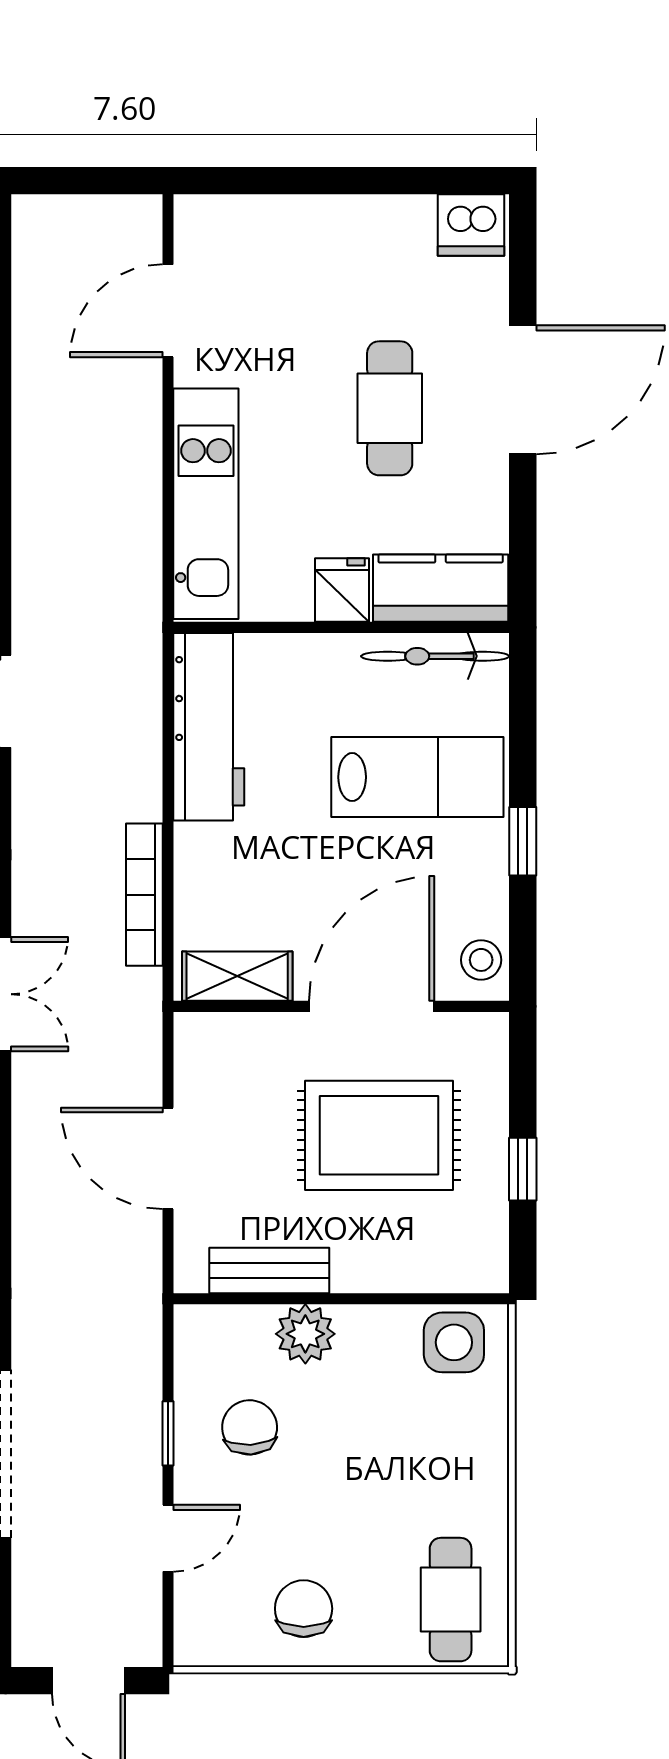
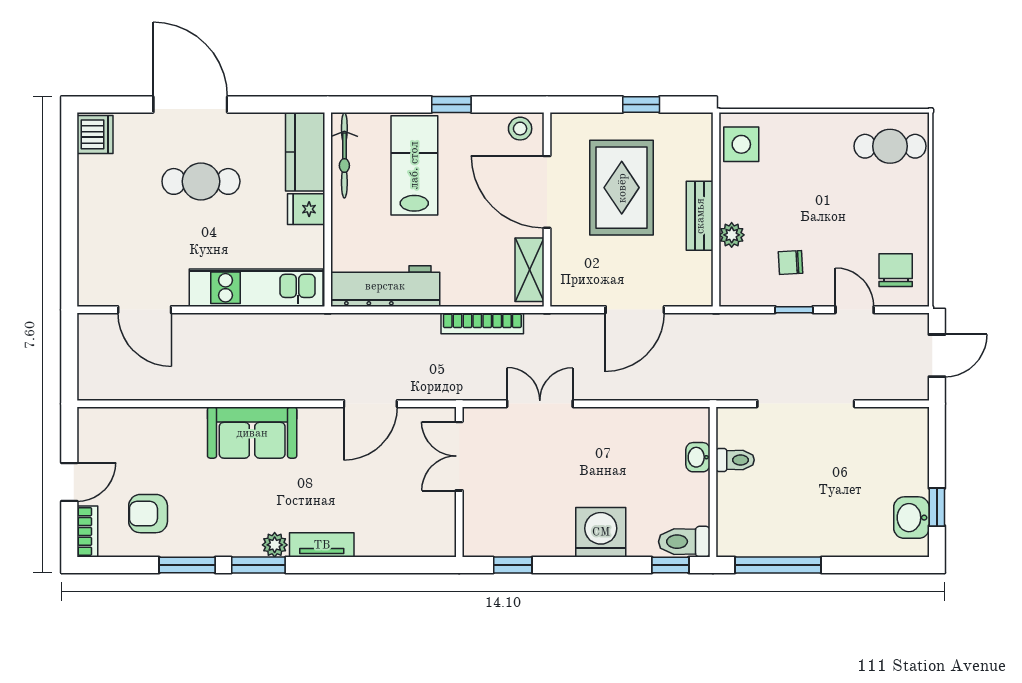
bench: (269, 1271) -> (700, 216), moved
plant: (305, 1334) -> (732, 235), width x0.73, depth x0.73
chair: (250, 1427) -> (790, 263), width x0.73, depth x0.73
chair: (304, 1609) -> (896, 270), moved, turned 90

